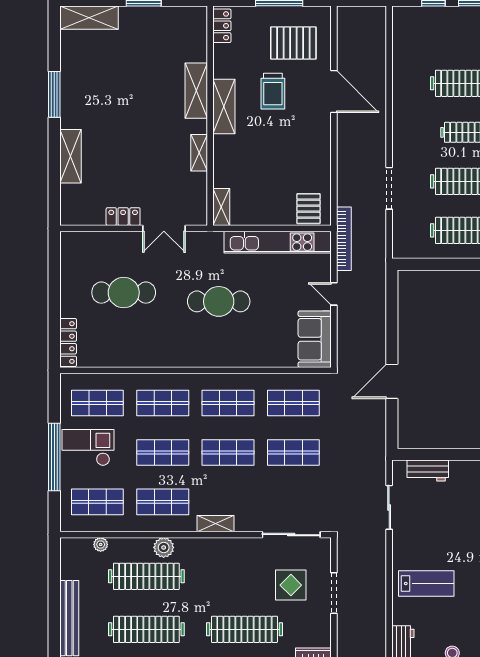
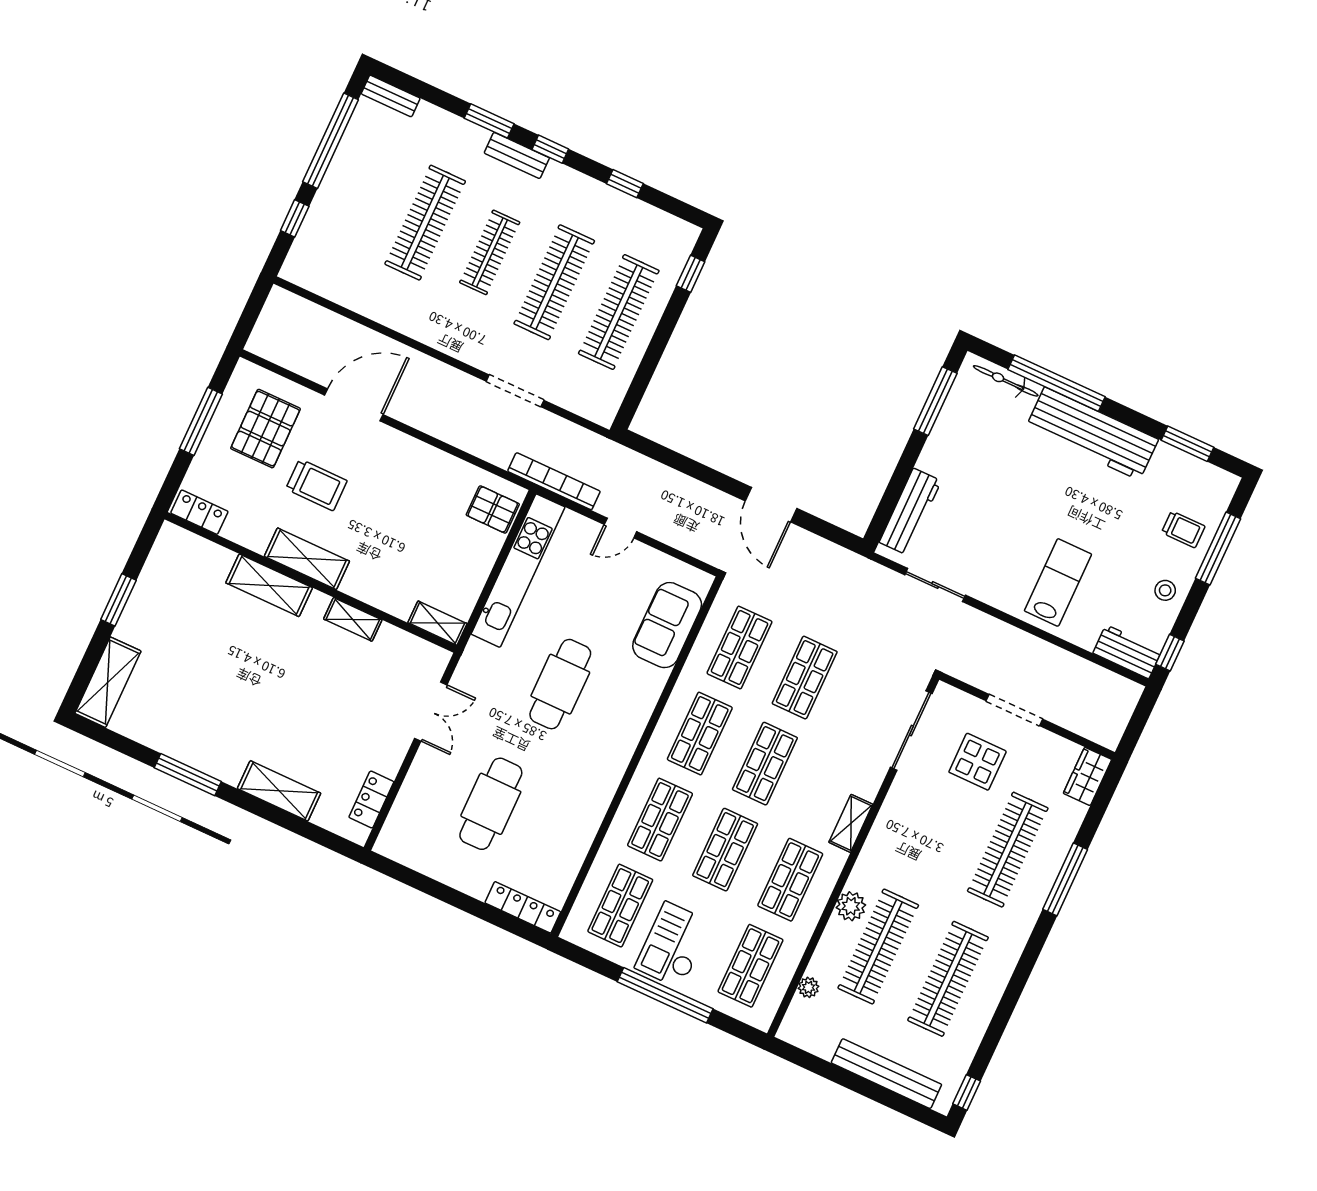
locker: (123, 217) -> (371, 800), moved
sofa: (315, 339) -> (667, 625), moved, turned 90
workbench: (428, 470) -> (910, 512), width x1.37

